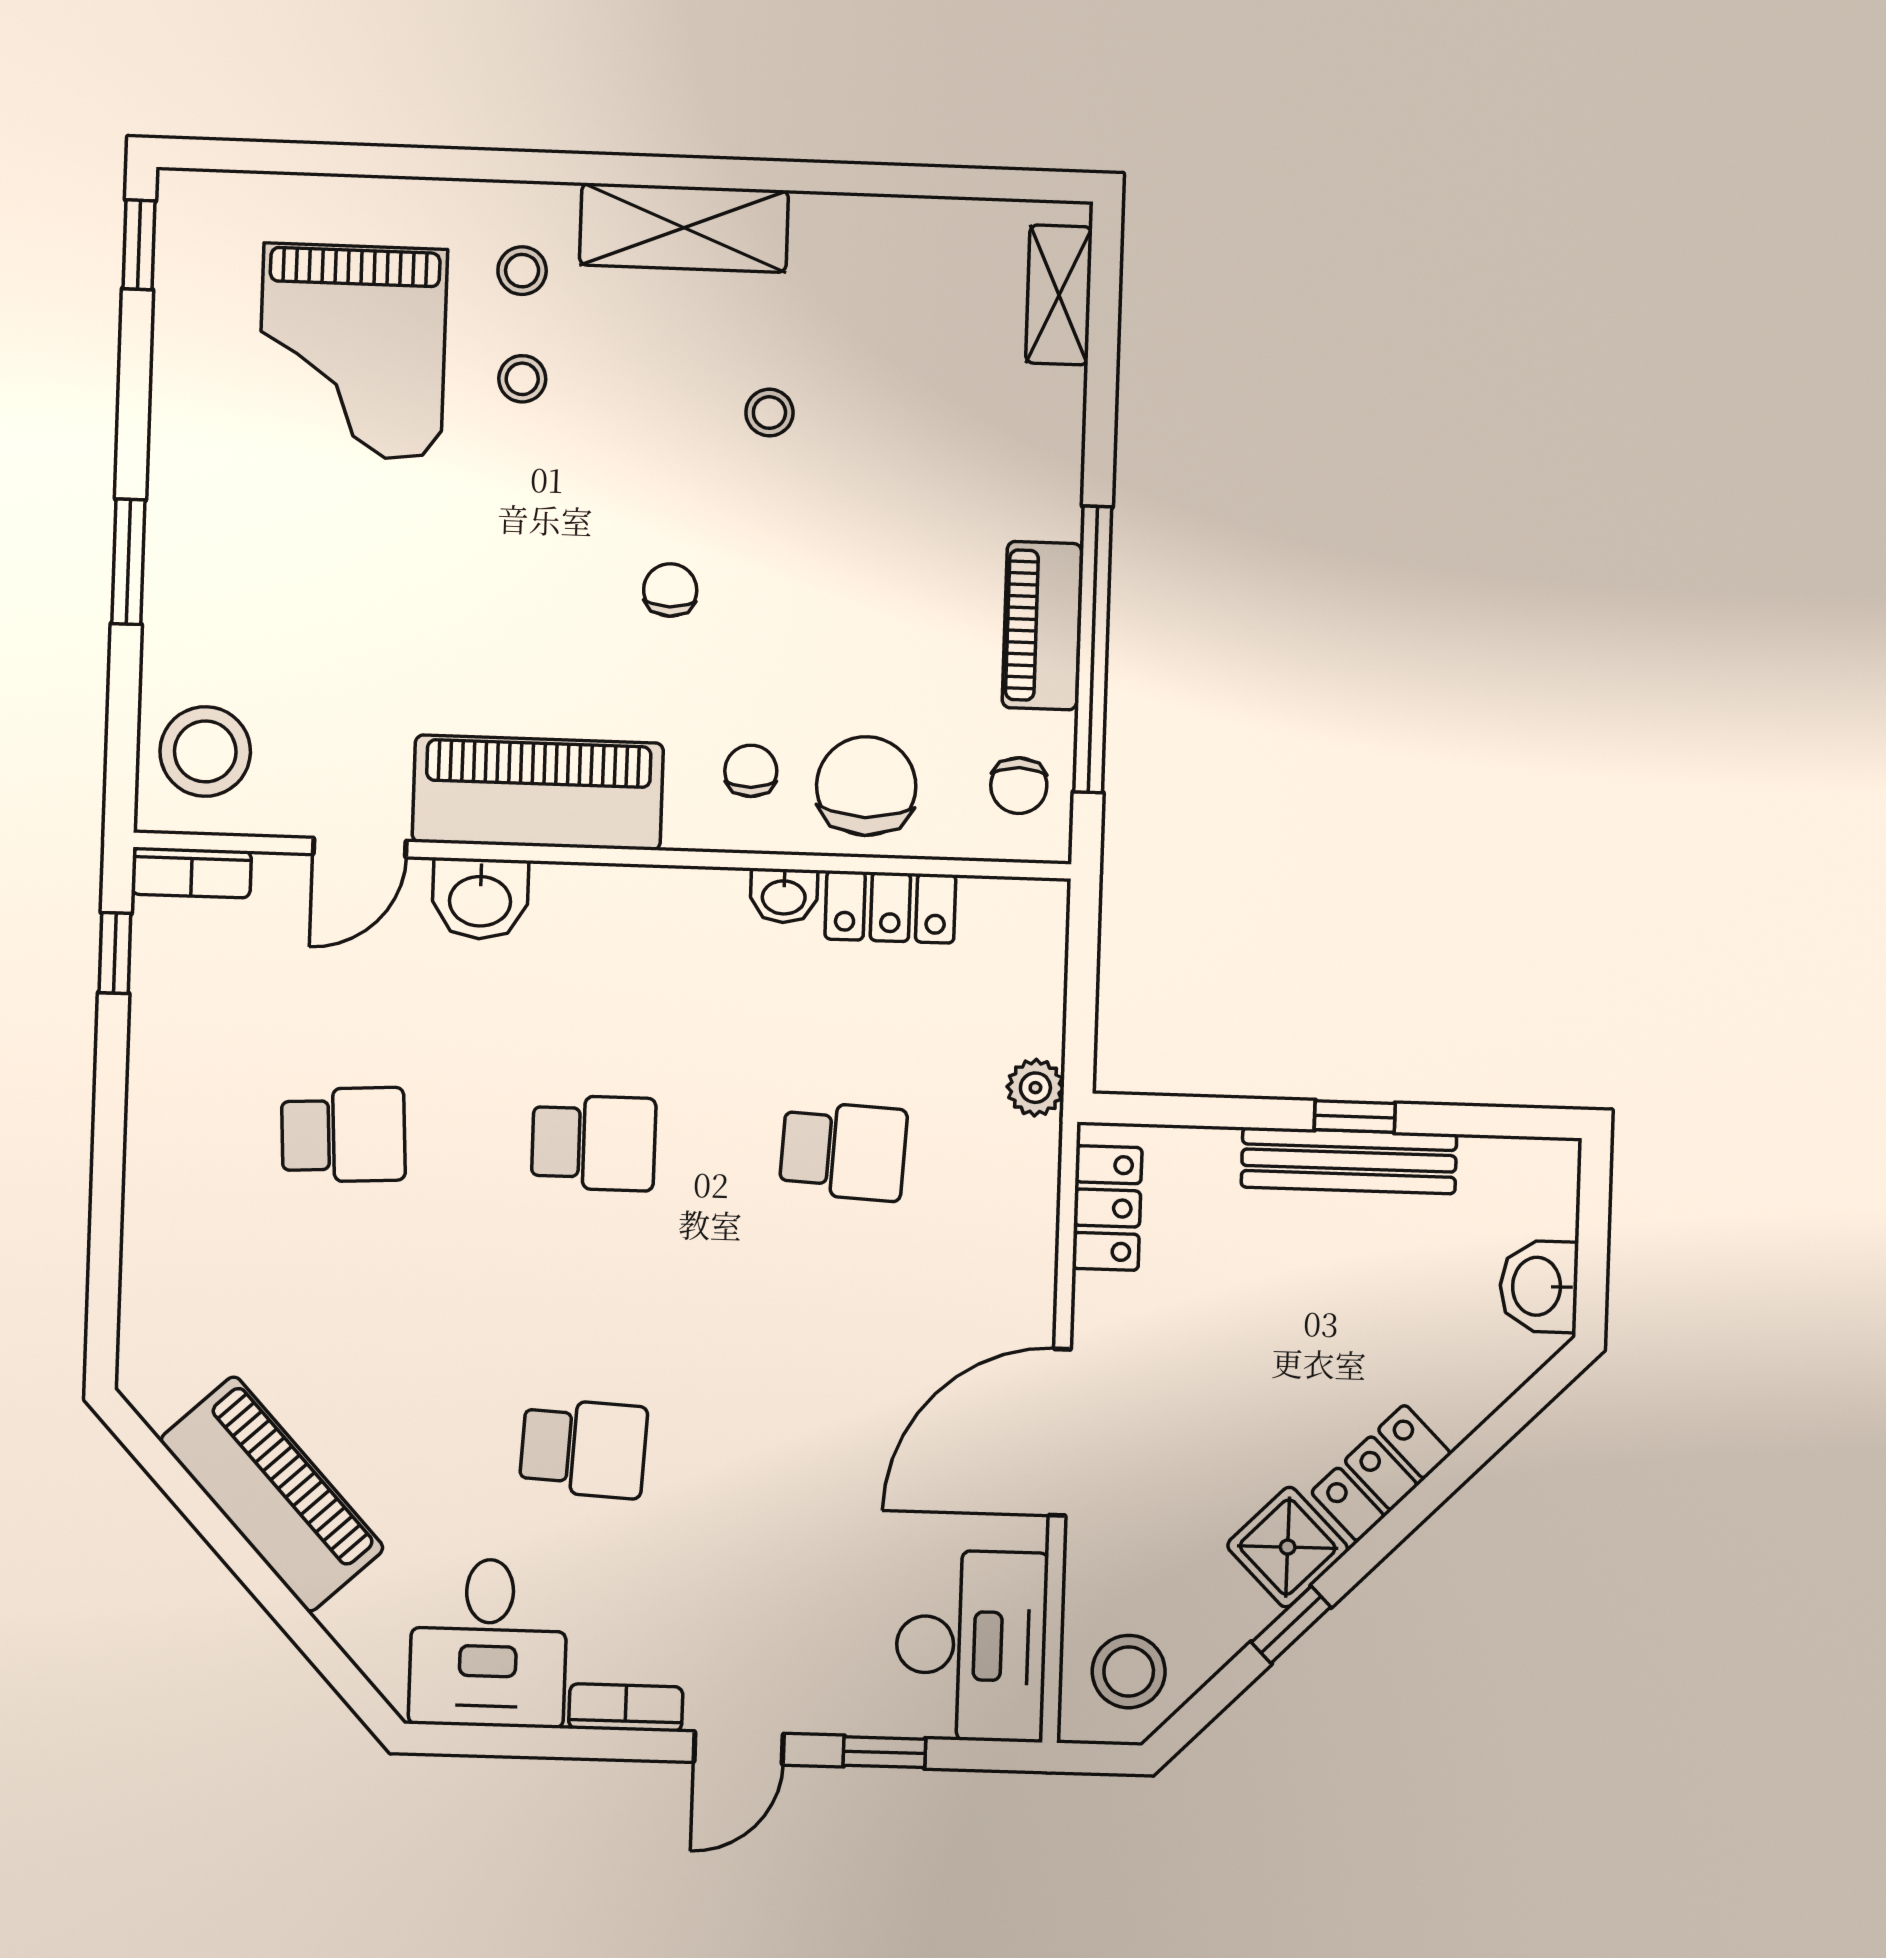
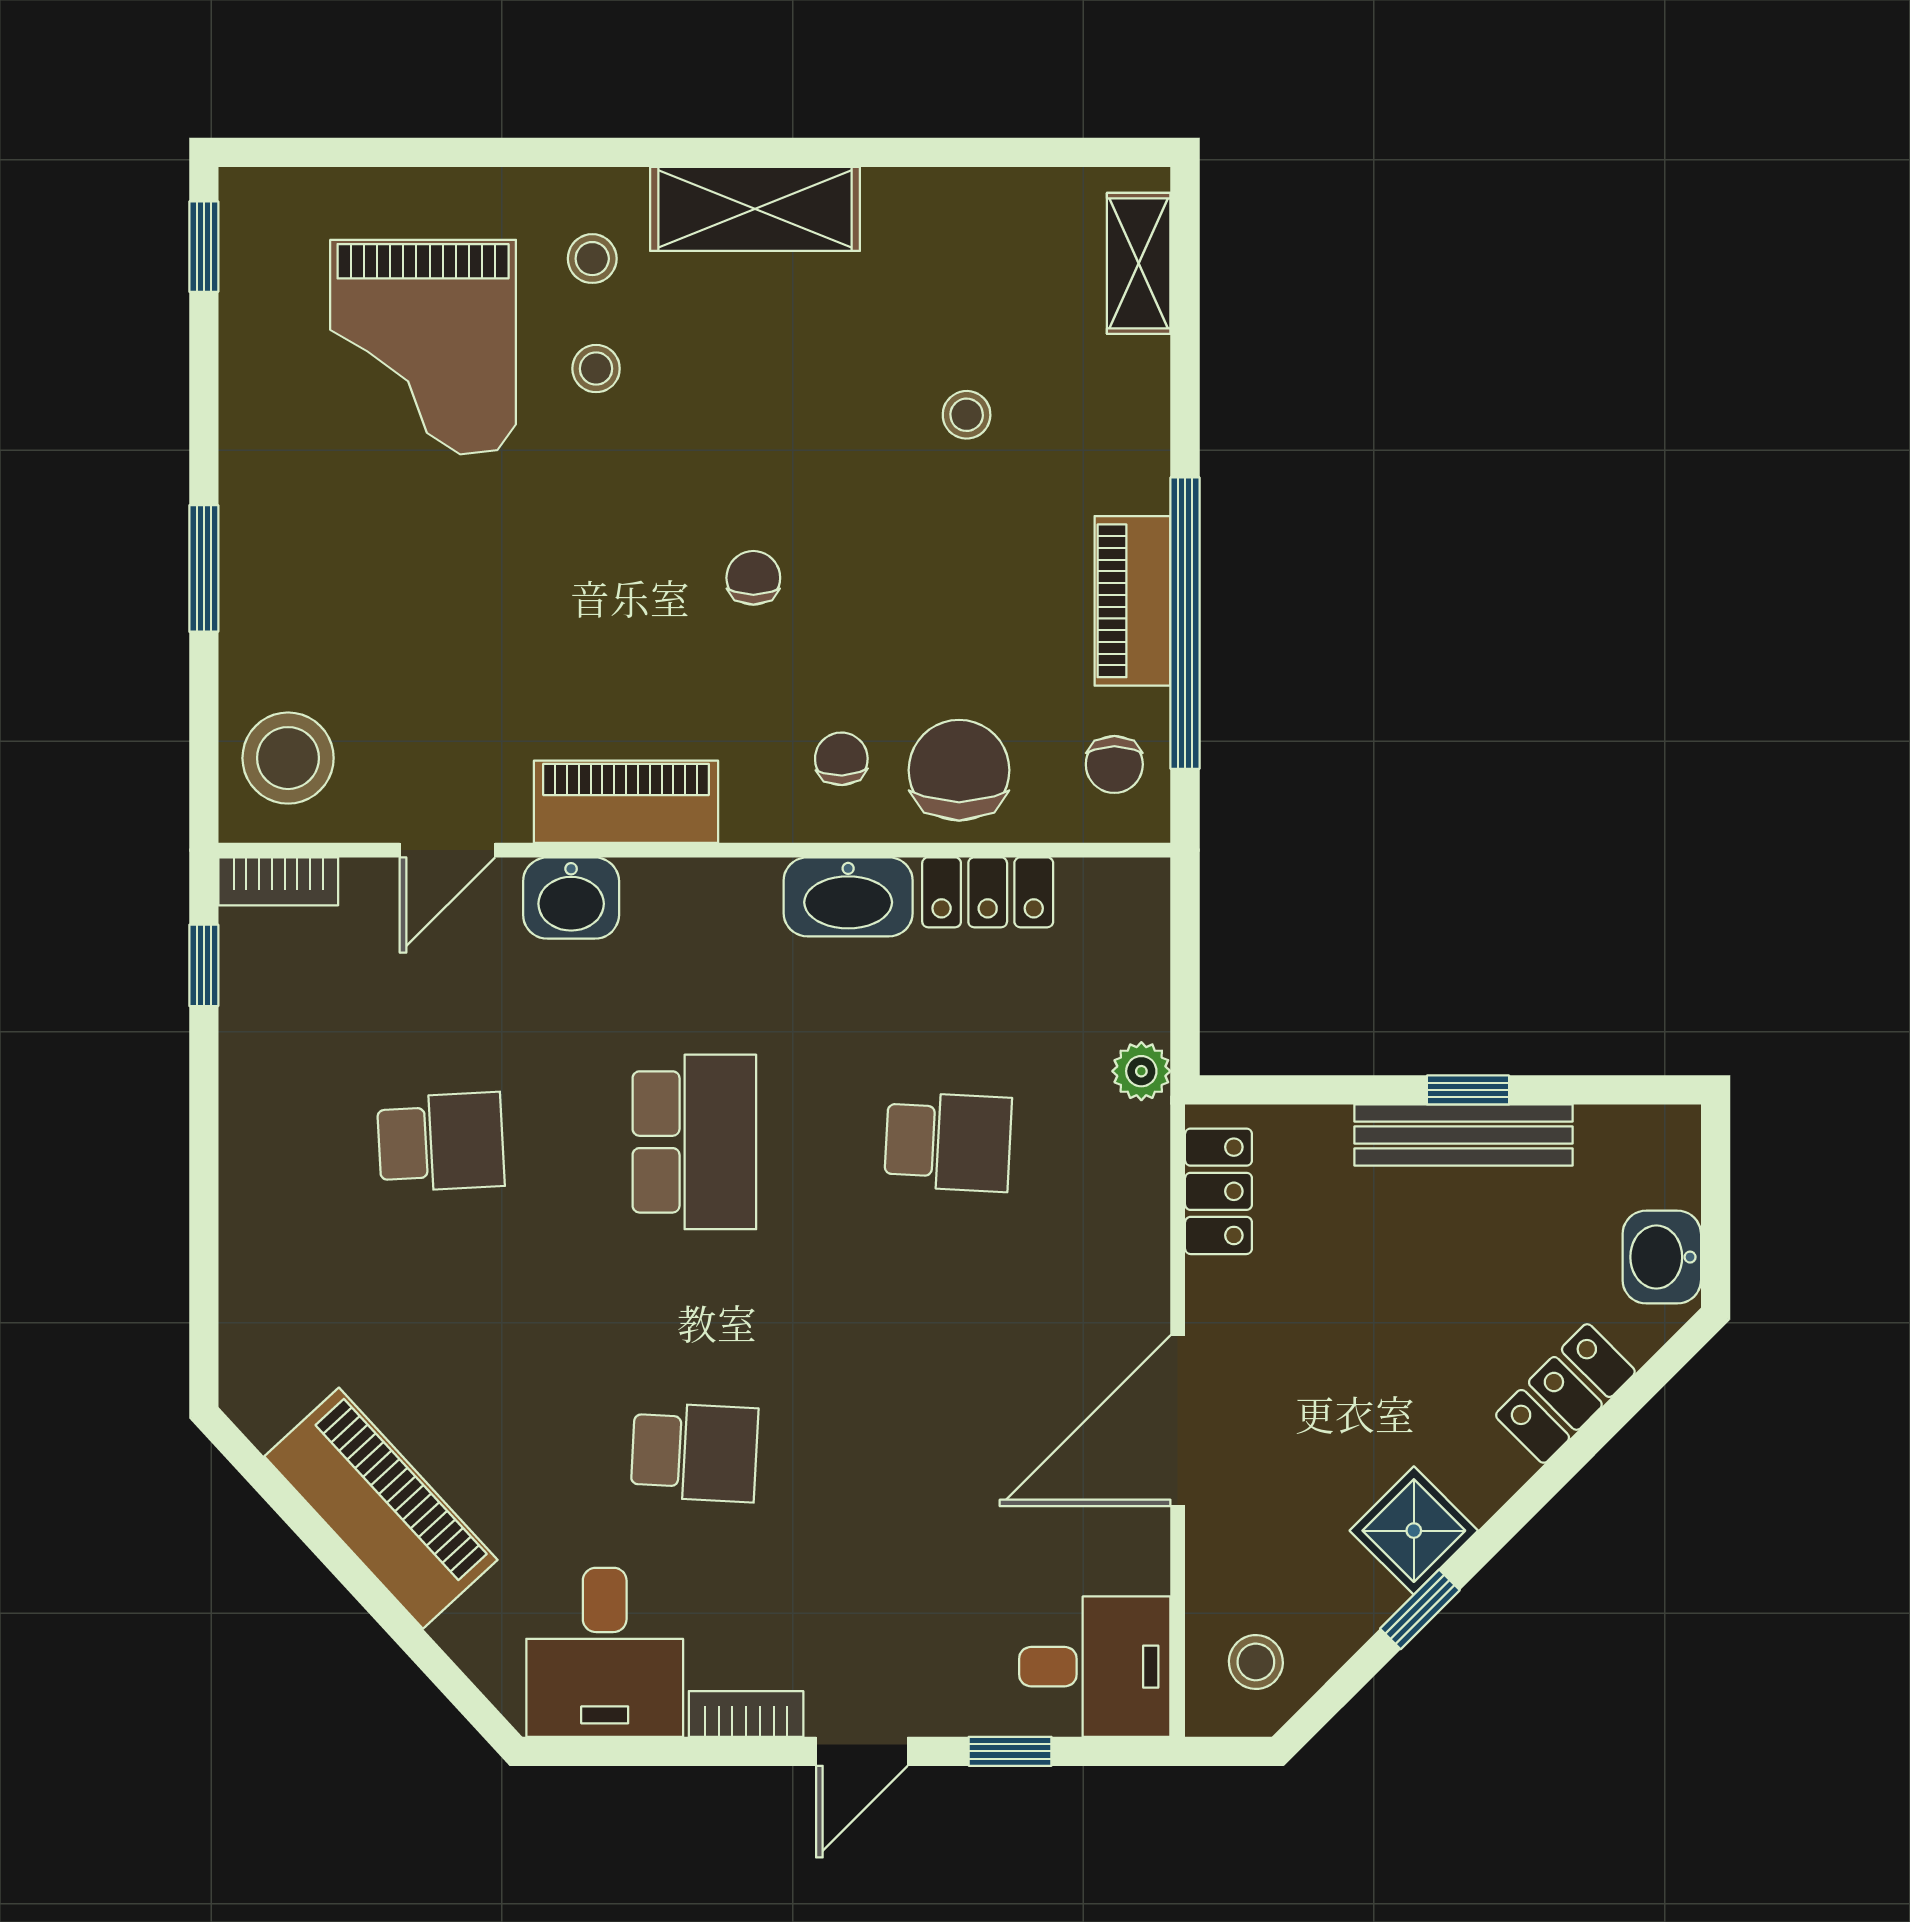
stool: (769, 413) -> (967, 415), moved
piano: (538, 793) -> (626, 802), width x0.73, depth x0.75
washbasin: (784, 896) -> (848, 897), width x1.91, depth x1.45
school desk: (594, 1143) -> (694, 1142), width x1.85
locker: (1381, 1473) -> (1565, 1393), moved
desk: (971, 1646) -> (1095, 1667), width x0.73
stool: (1129, 1672) -> (1256, 1662), width x0.73, depth x0.73

